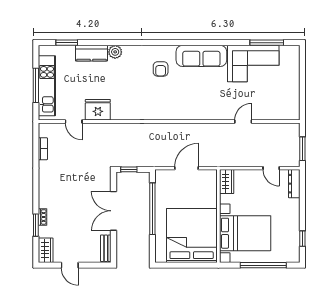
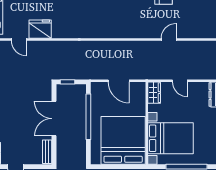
door: (187, 168) -> (119, 81), swing flipped
door: (271, 168) -> (180, 81), moved

